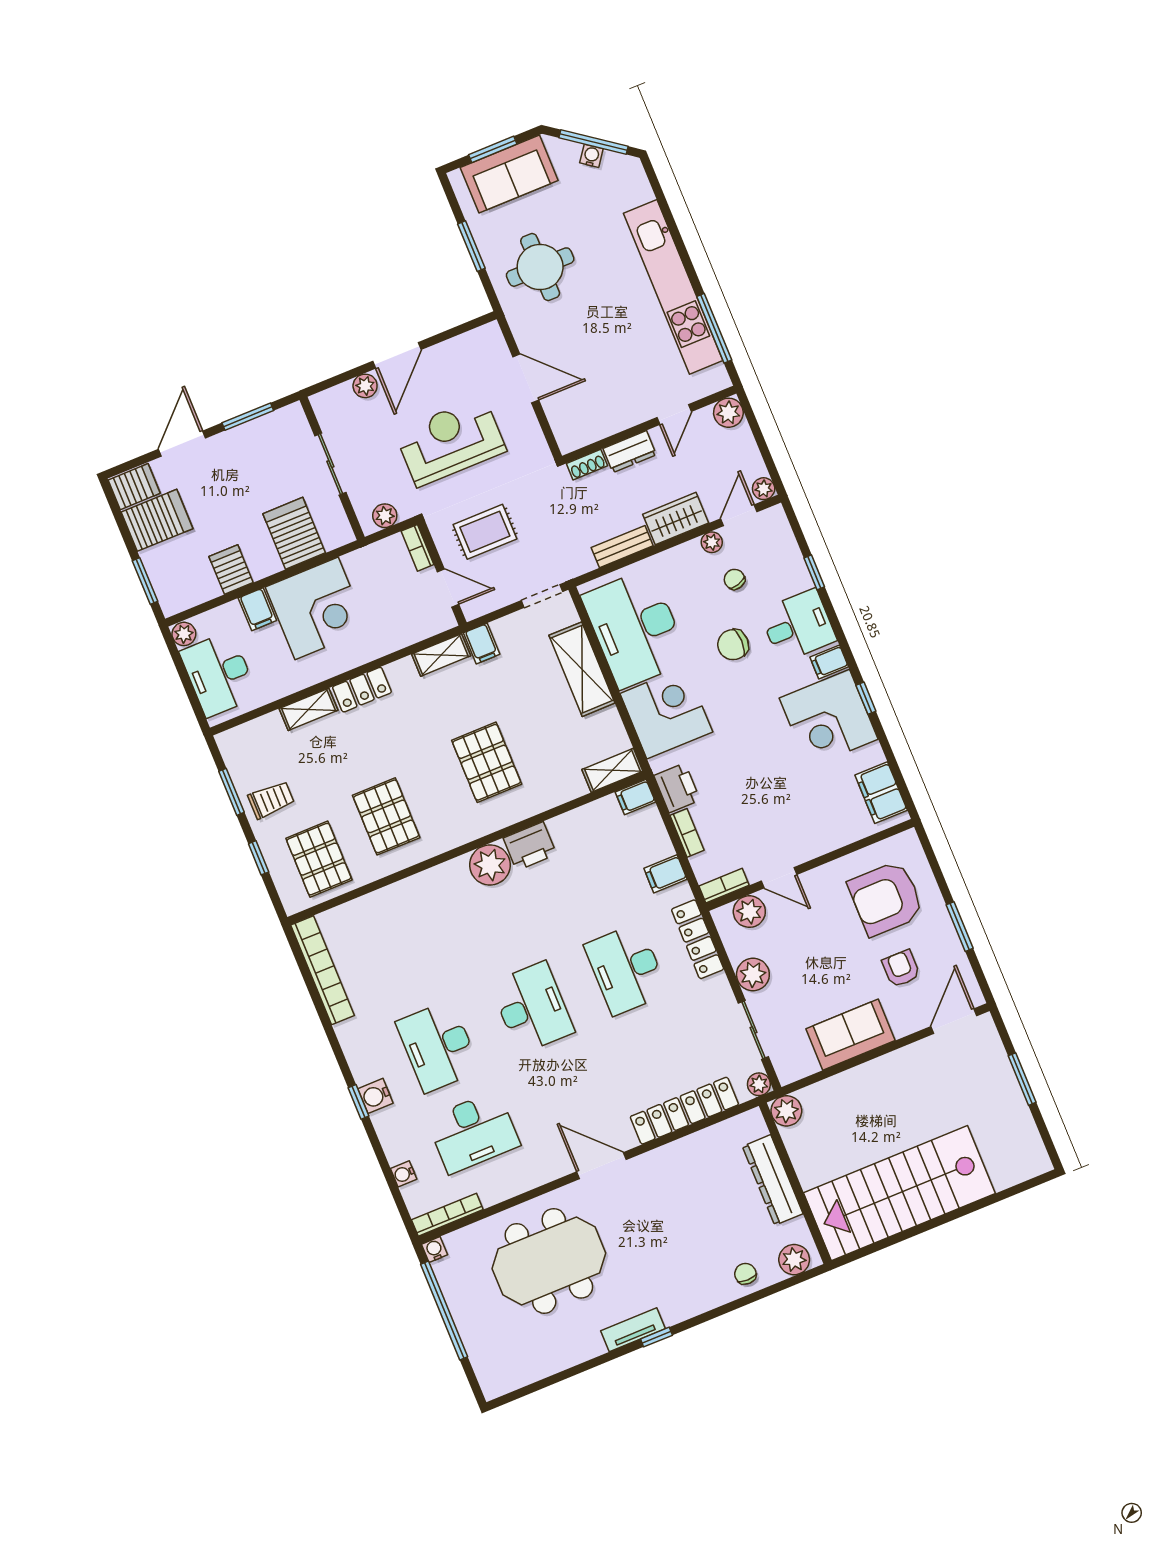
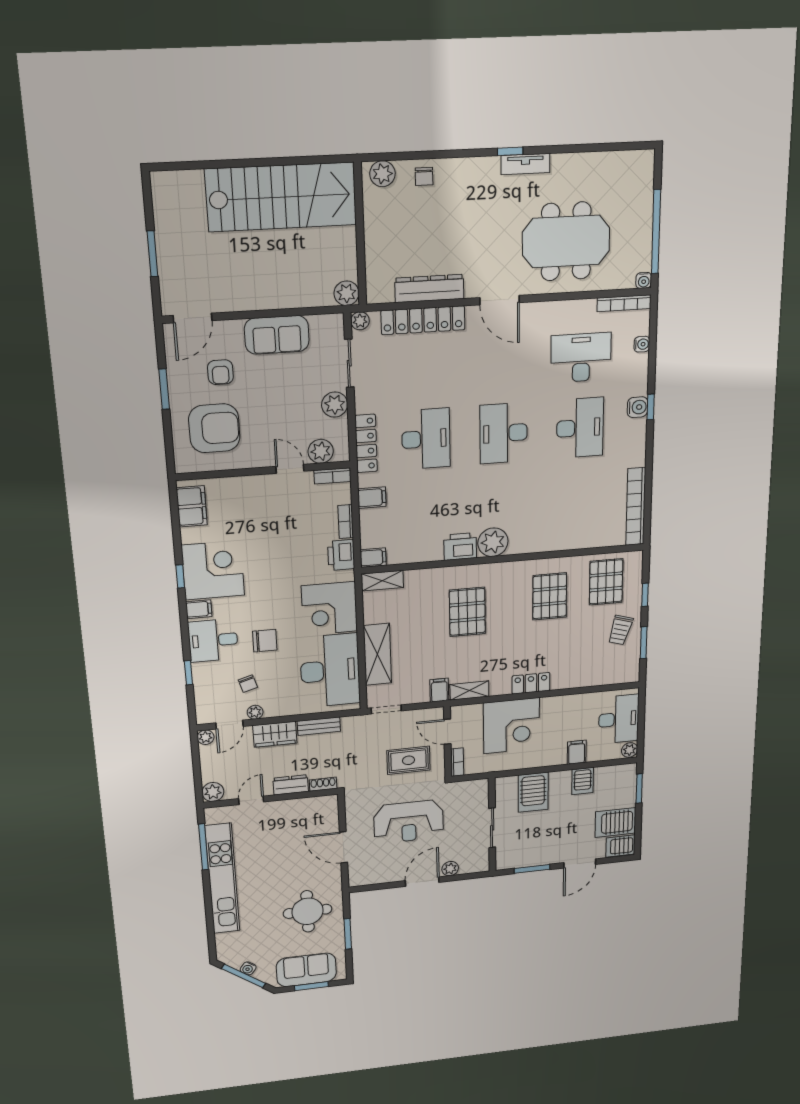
plant: (385, 516) -> (470, 788), removed
corner desk: (317, 608) -> (512, 726), moved, turned 180
shelving: (308, 709) -> (571, 681), removed
trolley: (271, 800) -> (620, 630), turned -74
dresser: (773, 1180) -> (429, 288), moved, turned -90

